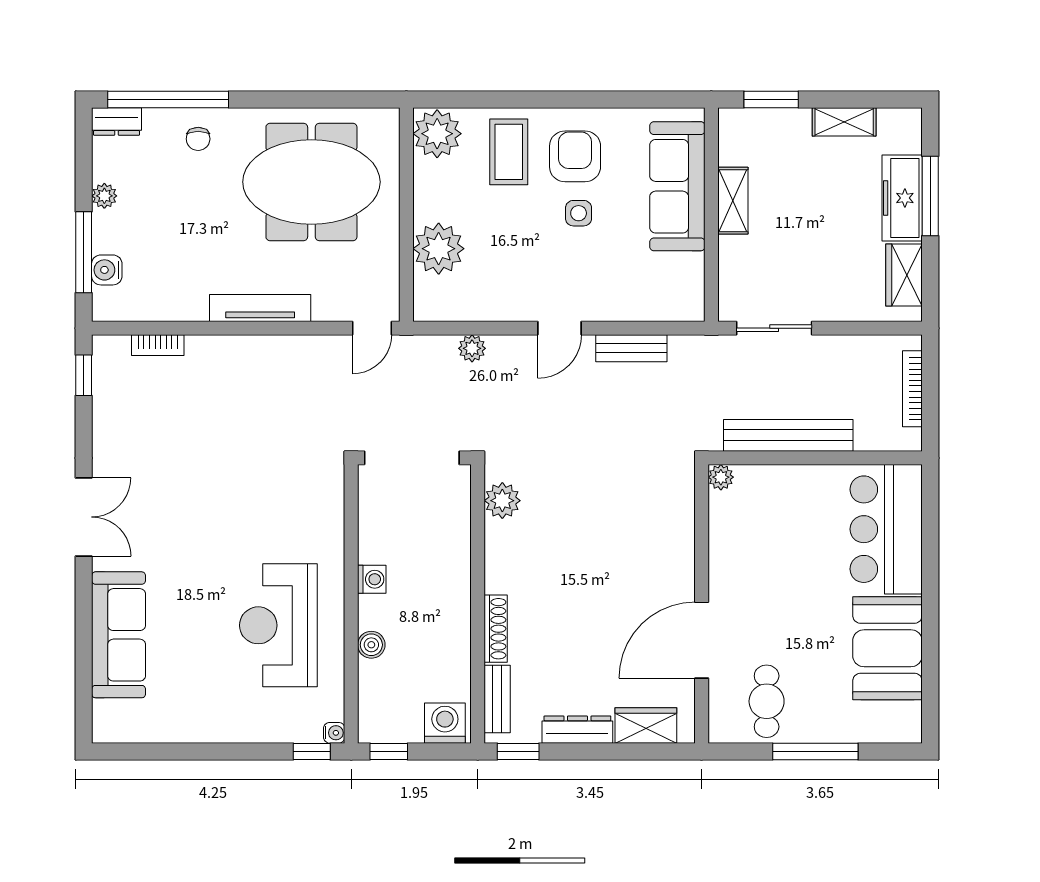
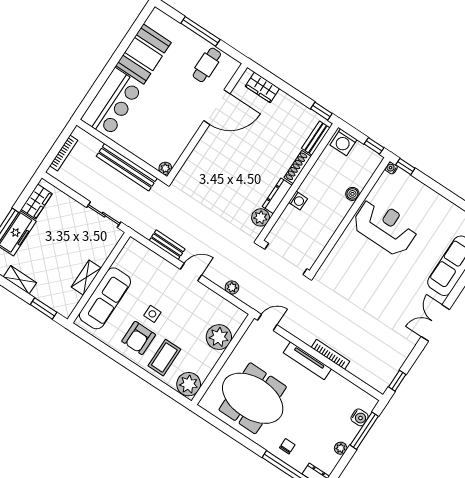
bookcase: (158, 345) -> (330, 354), moved, width x1.56
washing machine: (372, 579) -> (298, 201), moved, turned 180
reception desk: (278, 625) -> (385, 227), turned -90
dresser: (577, 730) -> (277, 196), moved, turned 90

